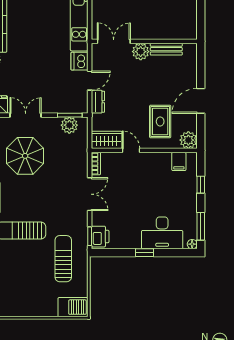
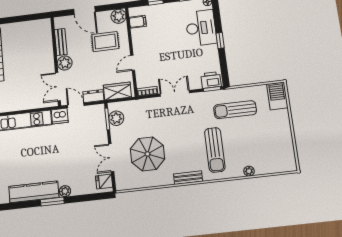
double door: (114, 41) -> (58, 87), moved
wall: (144, 41) -> (56, 61), moved
bench: (166, 49) -> (61, 42), moved
plant: (141, 52) -> (65, 63), moved
wardrobe: (107, 140) -> (117, 91), moved, turned 90

